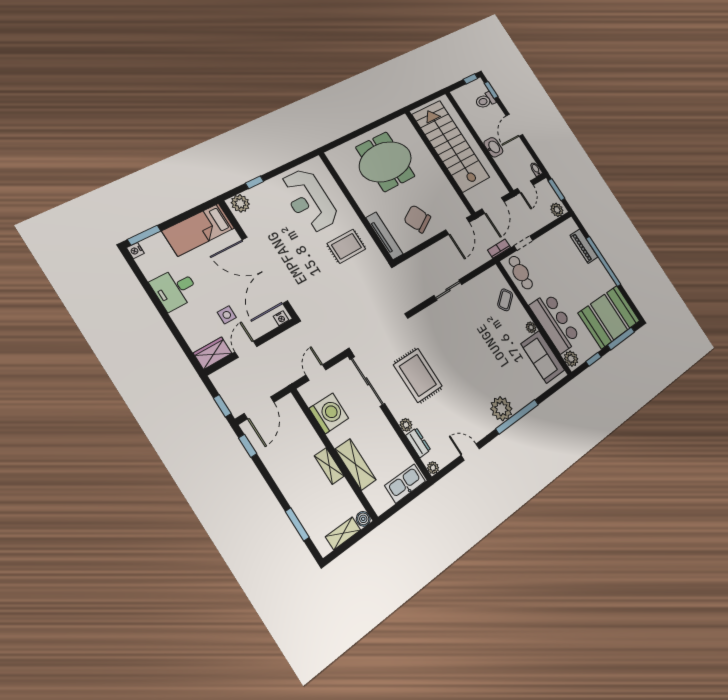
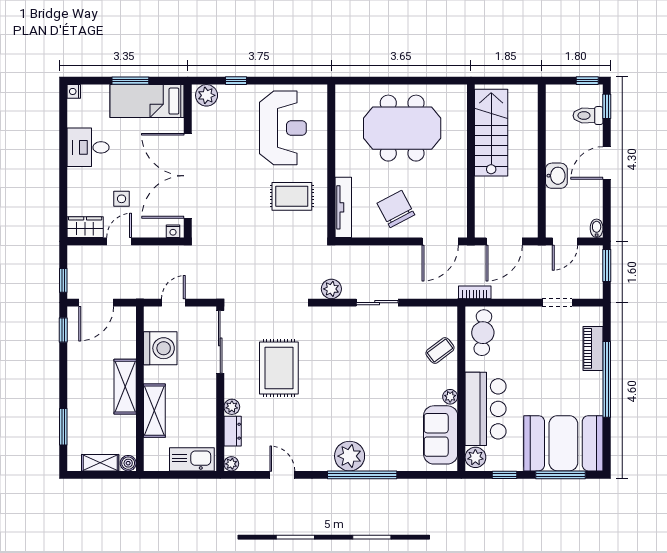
stairs: (451, 146) -> (491, 133), width x0.73, depth x0.66
reception desk: (309, 200) -> (283, 128), turned 180
plant: (557, 210) -> (331, 289), moved
window: (144, 235) -> (130, 81), moved
doorway: (523, 243) -> (557, 303), moved
shelving: (329, 466) -> (125, 387), width x1.50, depth x1.33

